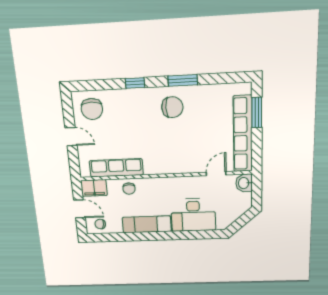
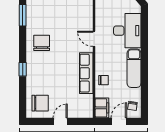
window: (183, 80) -> (23, 15), moved
row of seats: (116, 168) -> (86, 73), moved
door: (216, 174) -> (94, 39), moved

